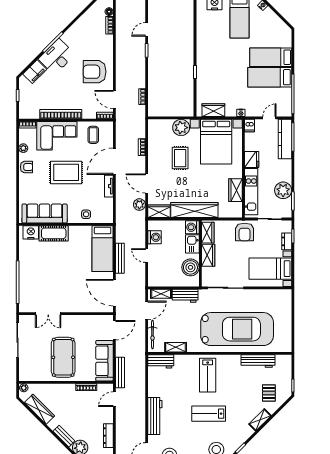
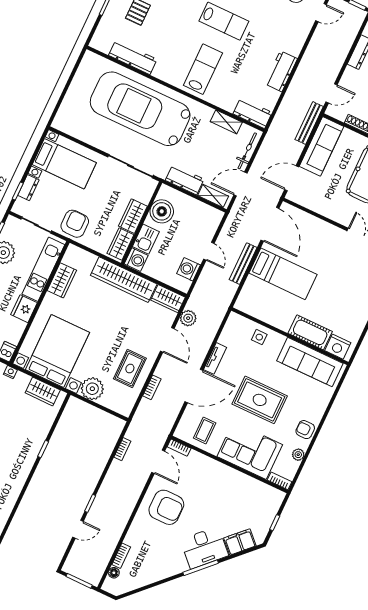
bookcase: (61, 114) -> (232, 475), removed
rug: (180, 158) -> (130, 369), moved
bed: (103, 249) -> (283, 274), moved, turned 90
workbench: (155, 416) -> (281, 71), moved, width x0.73

